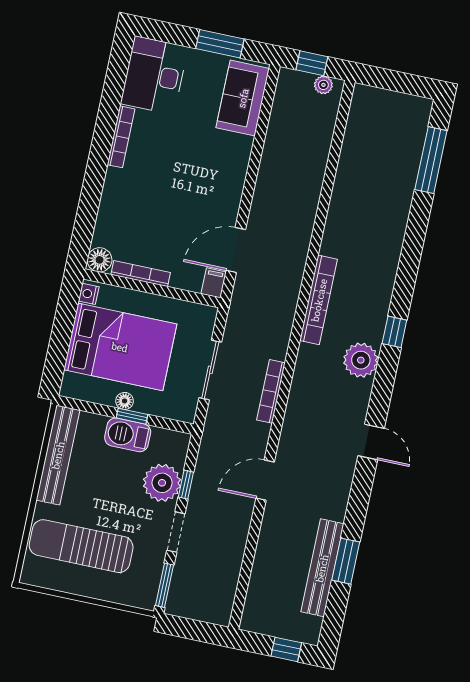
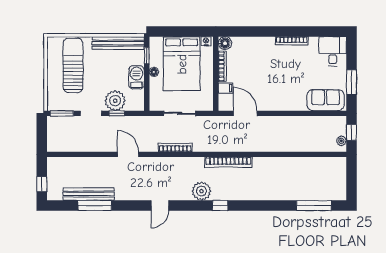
desk: (154, 75) -> (333, 51), width x0.73
filing cabinet: (214, 283) -> (226, 88), moved
window: (132, 416) -> (147, 56), moved
window: (346, 561) -> (95, 206), width x1.44

